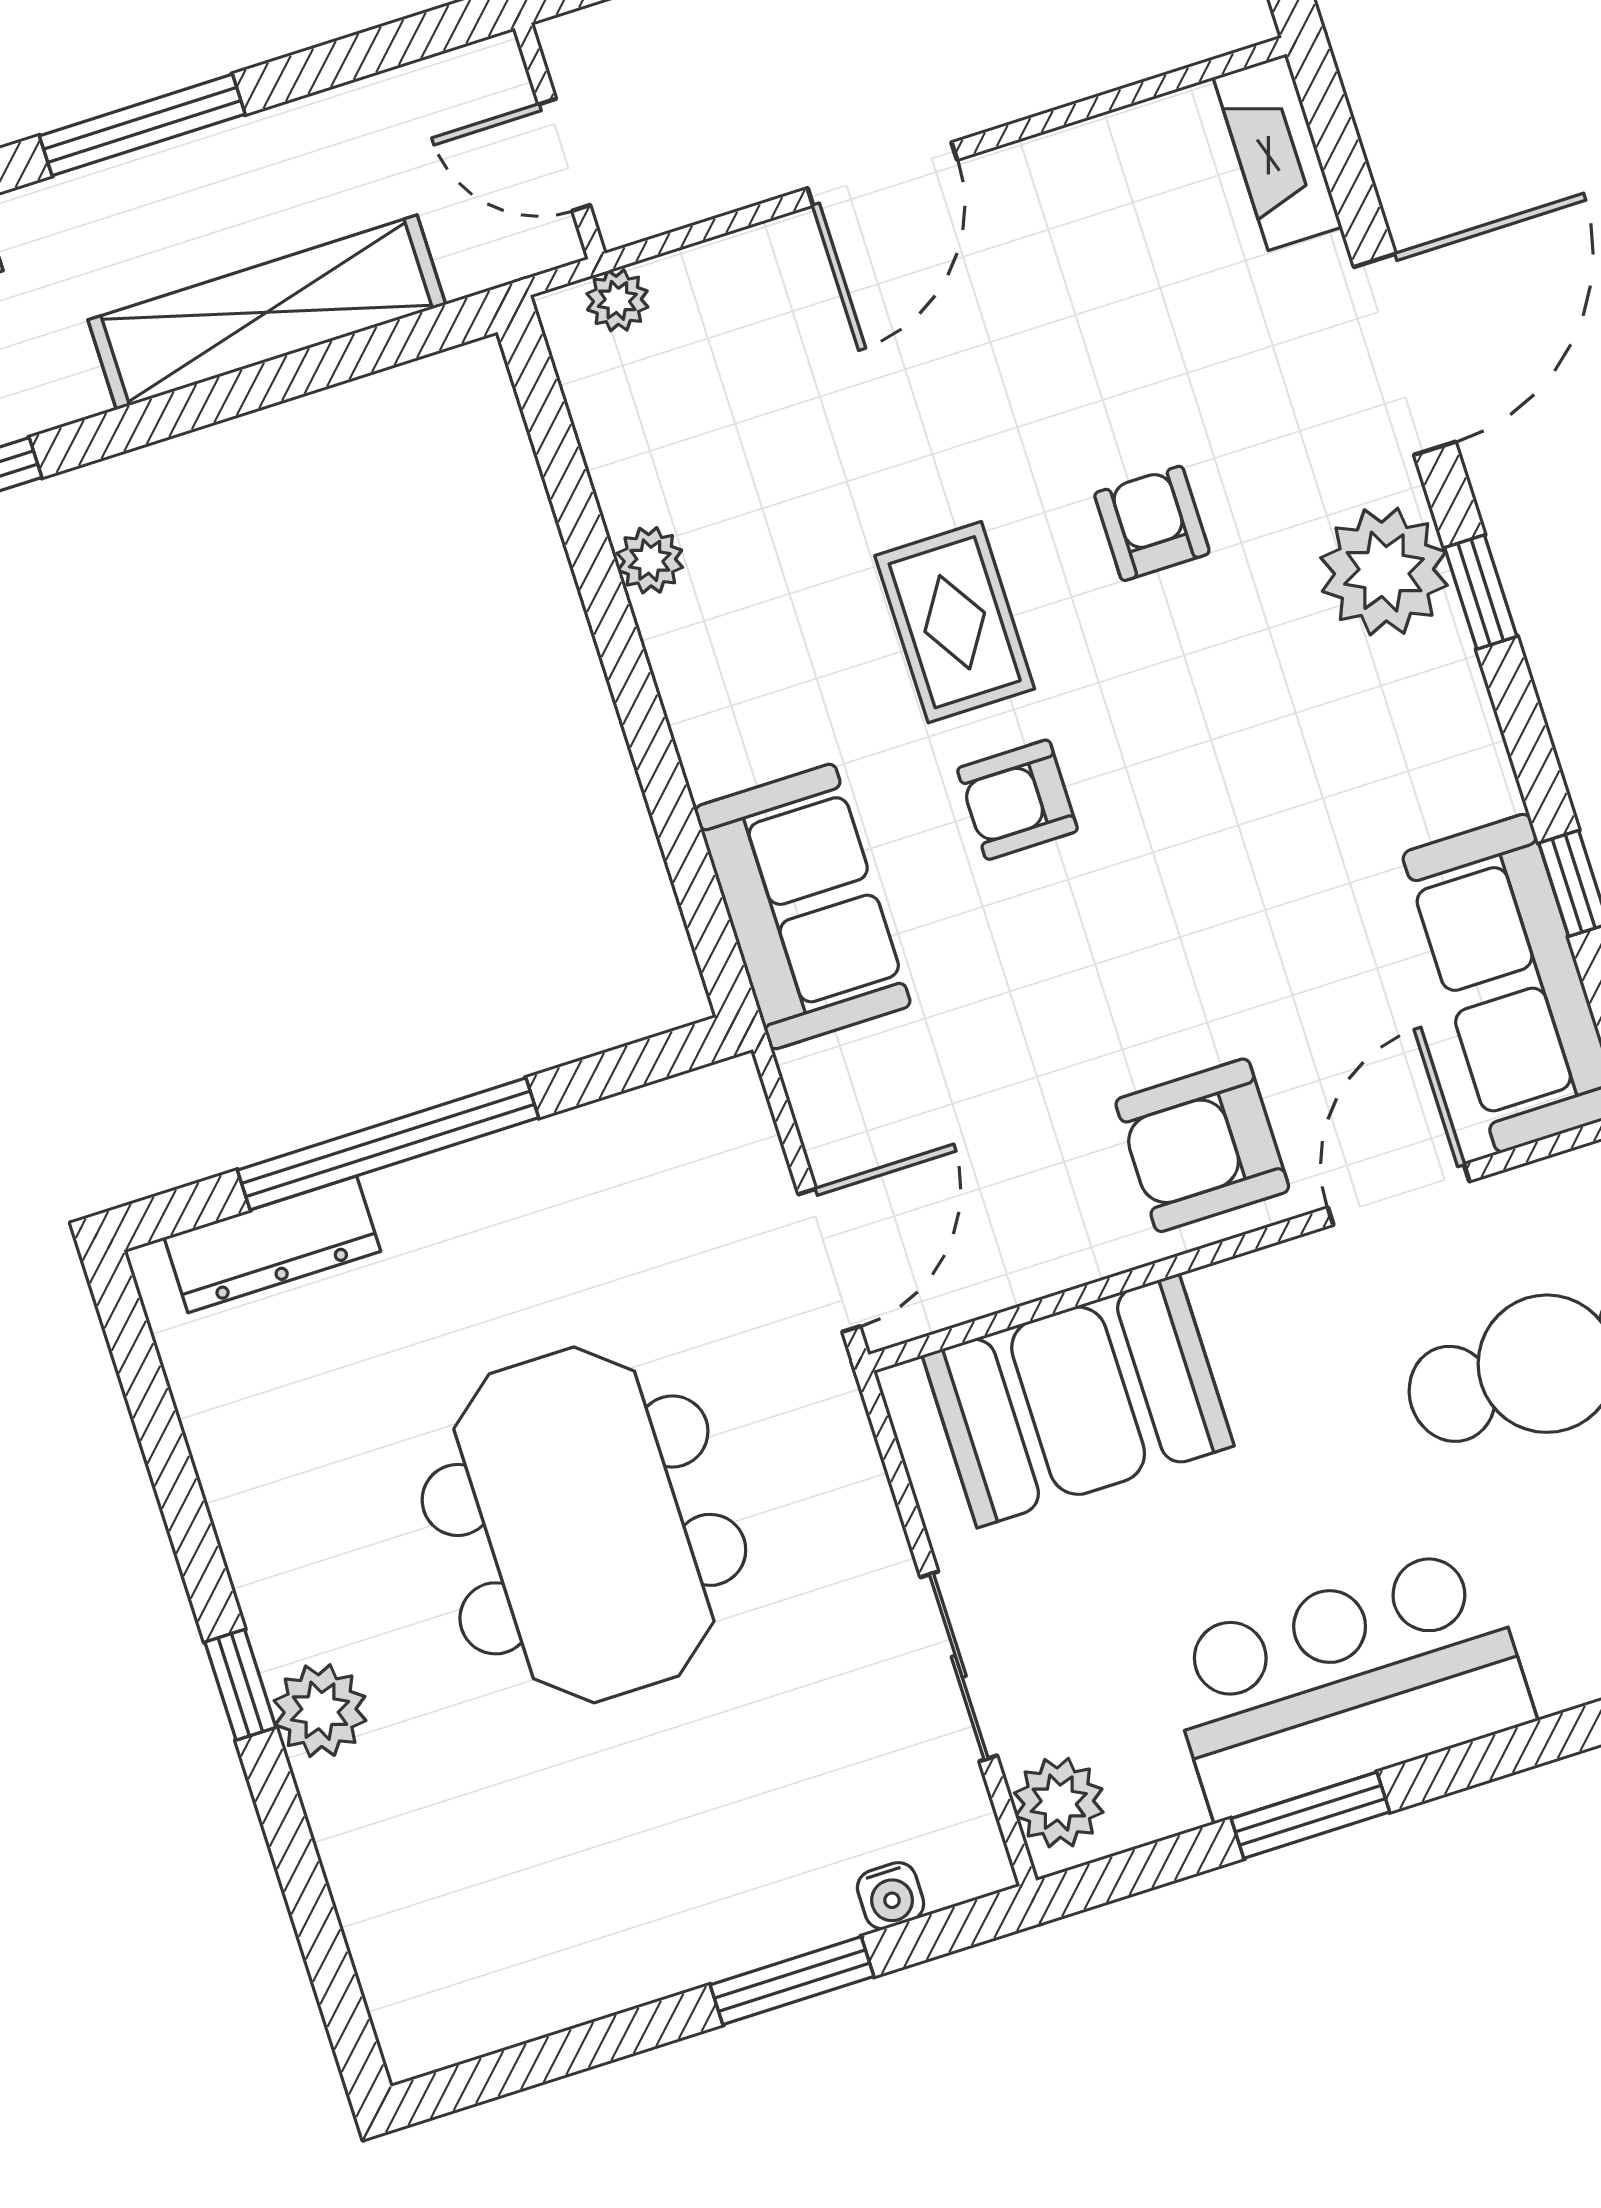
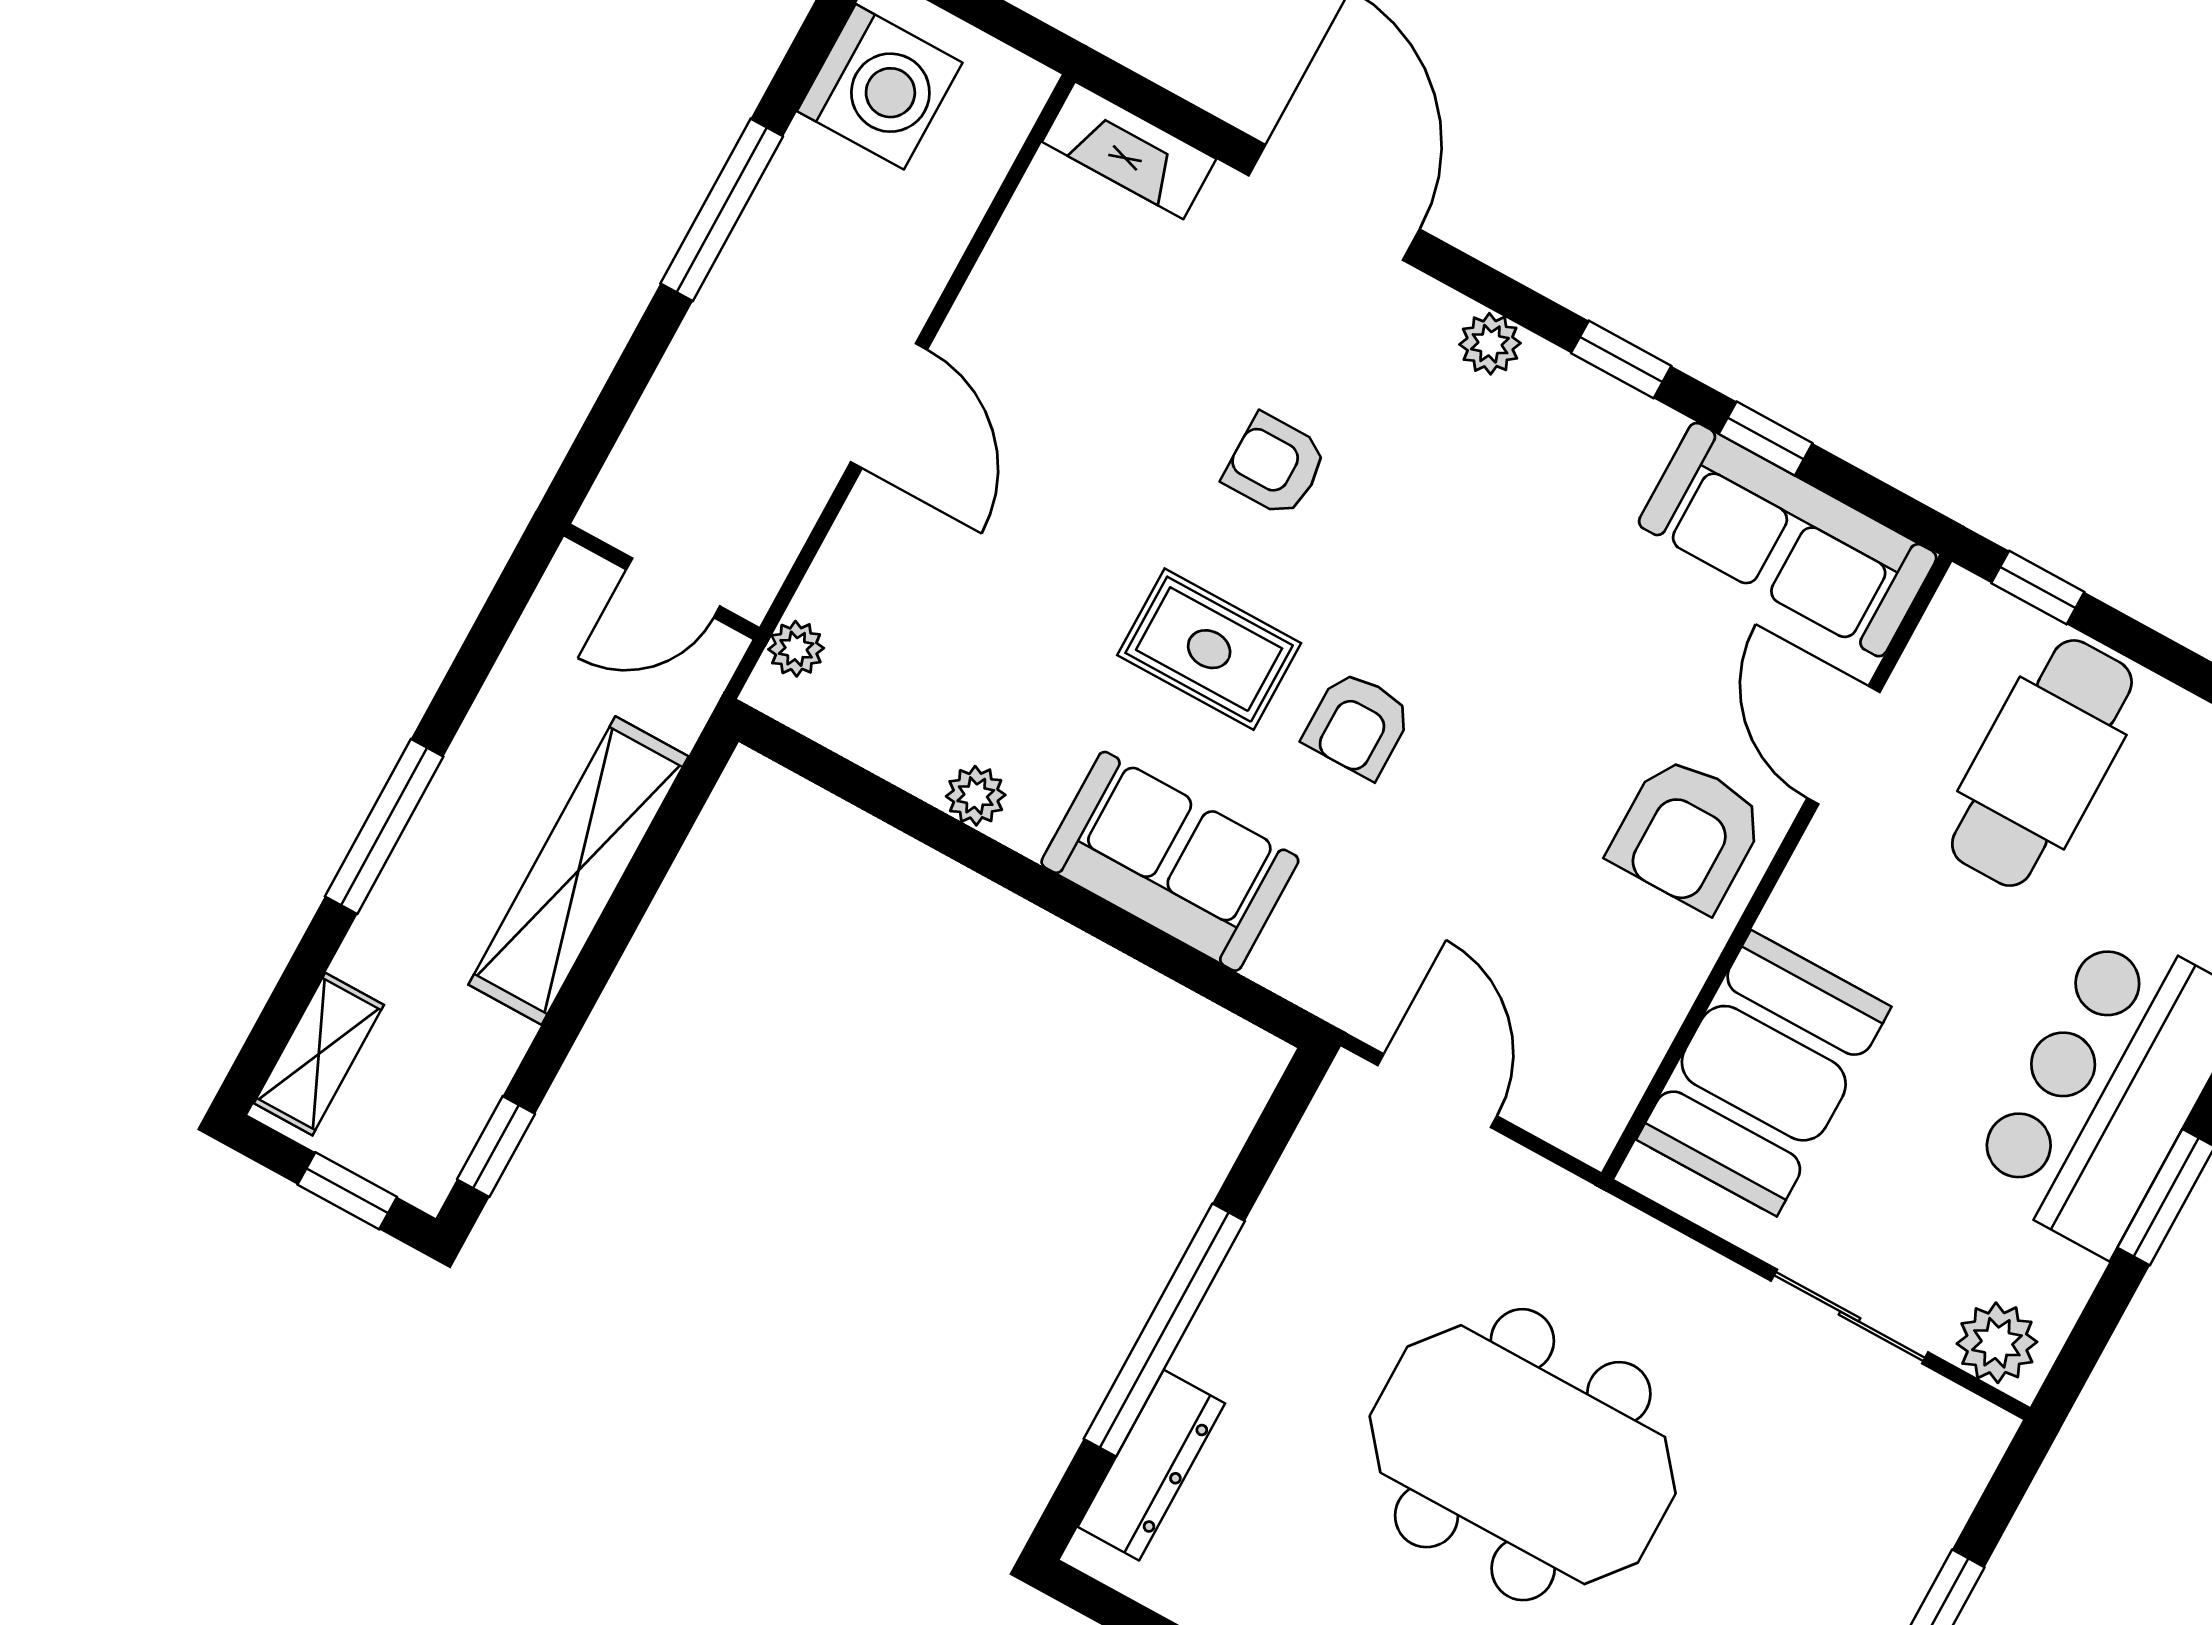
plant: (1384, 572) -> (1490, 344), width x0.53, depth x0.53
window: (1481, 592) -> (1621, 359), moved
sofa: (803, 907) -> (1170, 861), moved
door: (829, 1260) -> (1437, 1091), moved
water cooler: (891, 1896) -> (1946, 1505), removed

